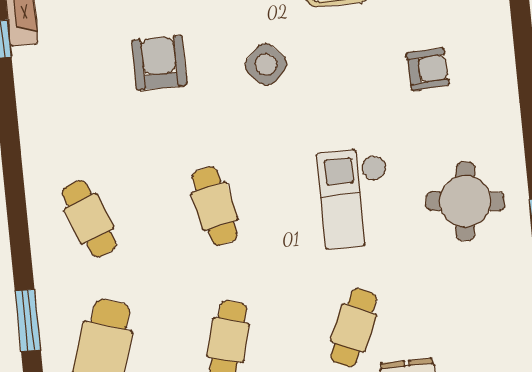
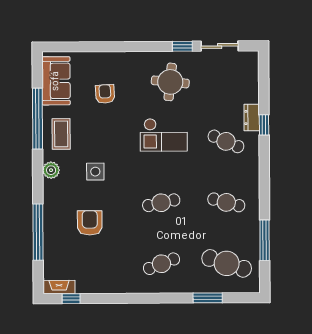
armchair: (159, 63) -> (90, 223), turned 90
side table: (266, 64) -> (95, 172), turned 45

